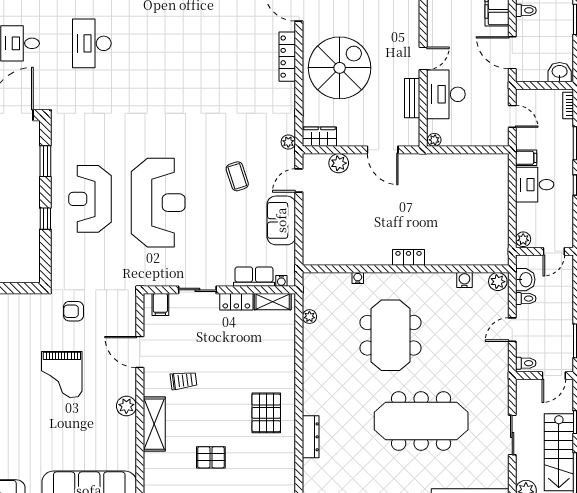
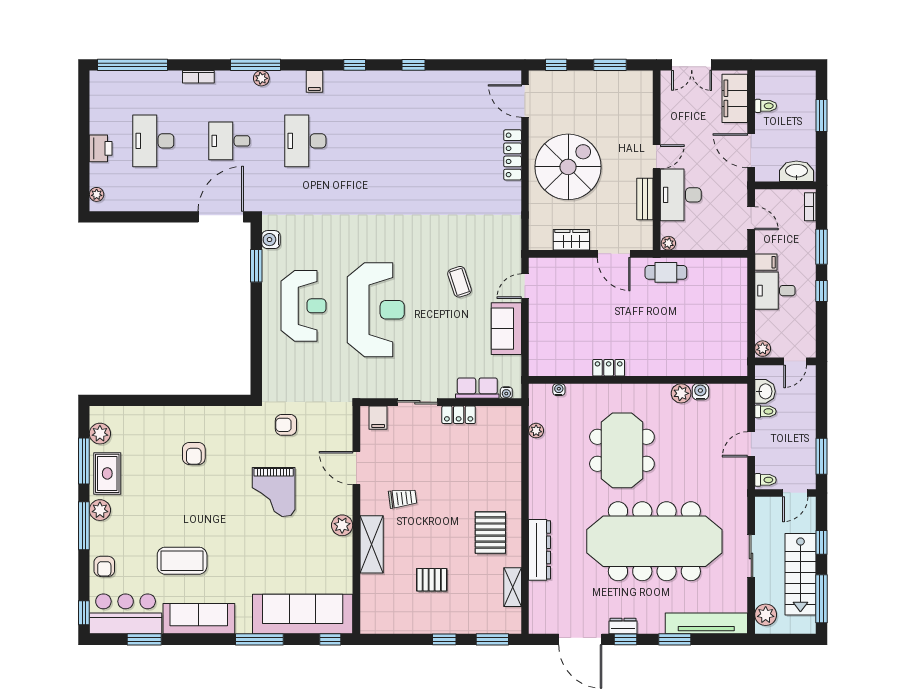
washbasin: (560, 72) -> (796, 171), width x1.38
water cooler: (59, 136) -> (271, 240), added
wardrobe: (319, 137) -> (571, 240), moved
plant: (288, 142) -> (514, 245), removed
plant: (339, 163) -> (567, 268), removed
cafe table: (432, 167) -> (666, 272), added
reception desk: (90, 199) -> (303, 306), turned 180
window: (45, 219) -> (256, 327), removed
locker: (409, 257) -> (609, 368), moved
water cooler: (358, 278) -> (559, 390), moved
plant: (498, 282) -> (681, 393), moved
shelving: (273, 302) -> (513, 587), moved, turned 90
meeting table: (421, 421) -> (654, 541), width x1.36, depth x1.27
dresser: (311, 437) -> (540, 550), width x1.37, depth x1.24

